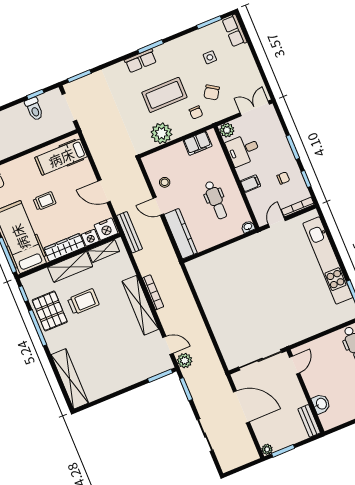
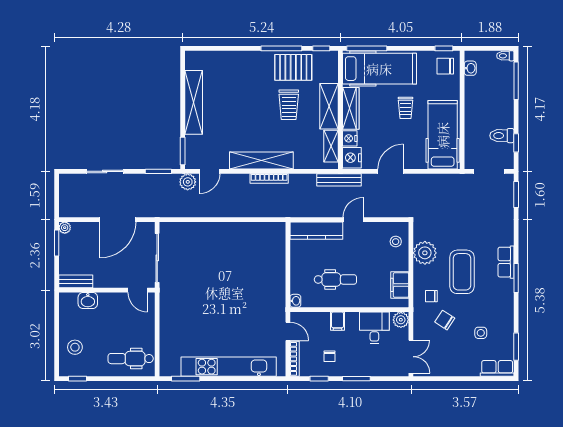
hospital bed: (61, 157) -> (443, 135), width x1.37, depth x1.29
stool: (165, 182) -> (396, 242), moved
dental chair: (216, 200) -> (335, 279), turned 180
shelving: (70, 379) -> (194, 102), moved, turned 90

